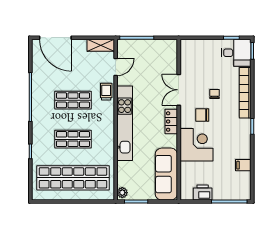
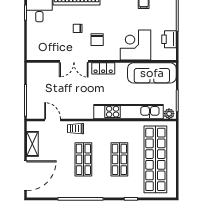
shelving: (101, 45) -> (32, 144), moved
kitchen unit: (125, 123) -> (128, 112), moved
corner desk: (196, 145) -> (135, 45), moved

